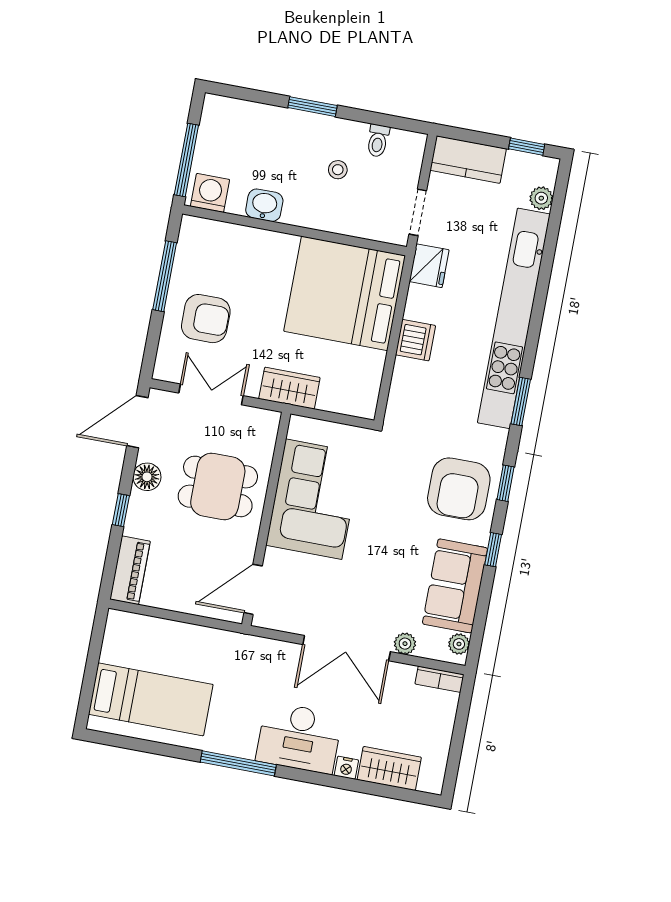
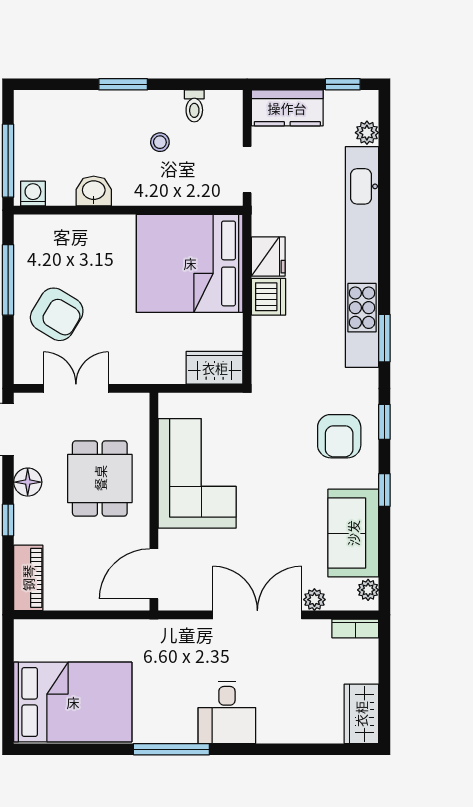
washing machine: (210, 193) -> (33, 194), width x0.73, depth x0.73
fridge: (429, 266) -> (268, 257), moved
armchair: (206, 319) -> (57, 314), turned 31
wardrobe: (289, 388) -> (215, 368), moved
dining table: (218, 486) -> (100, 478), turned 90
armchair: (459, 489) -> (339, 436), width x0.73, depth x0.73
double door: (347, 648) -> (257, 615), swing flipped
bed: (151, 699) -> (73, 702), width x1.50
desk: (299, 738) -> (227, 713), width x0.73
nightstand: (346, 768) -> (279, 733), removed
wardrobe: (389, 769) -> (361, 714), moved, turned -90

